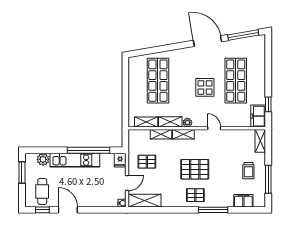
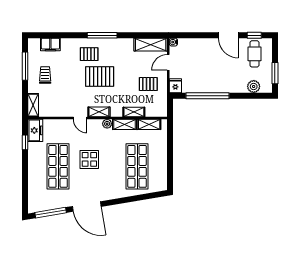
shelving: (183, 134) -> (99, 112), moved
kitchen unit: (75, 160) -> (221, 86), removed
pallet: (195, 195) -> (89, 54), moved
window: (213, 210) -> (102, 35), moved

